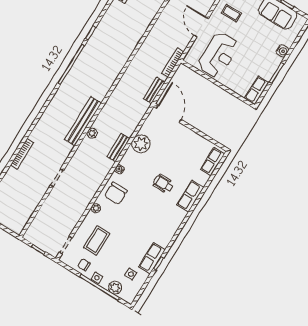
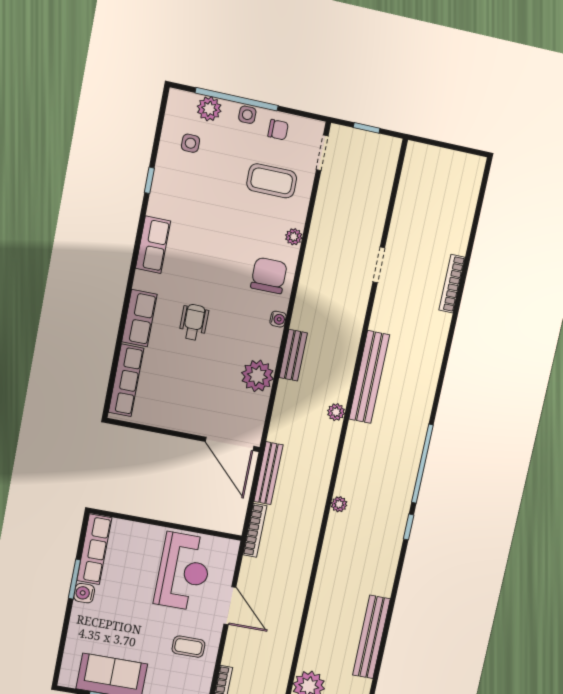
water cooler: (282, 51) -> (84, 593), moved
reception desk: (218, 55) -> (184, 572), turned 180
plant: (123, 60) -> (339, 504), added
bench: (154, 90) -> (268, 473), width x1.36
row of seats: (257, 90) -> (94, 549), width x1.48
plant: (92, 133) -> (336, 412), moved
row of seats: (213, 162) -> (126, 380), width x1.48
wheelchair: (163, 184) -> (194, 322), turned -90
coffee table: (97, 241) -> (272, 181), turned 90
row of seats: (152, 258) -> (153, 245), moved

